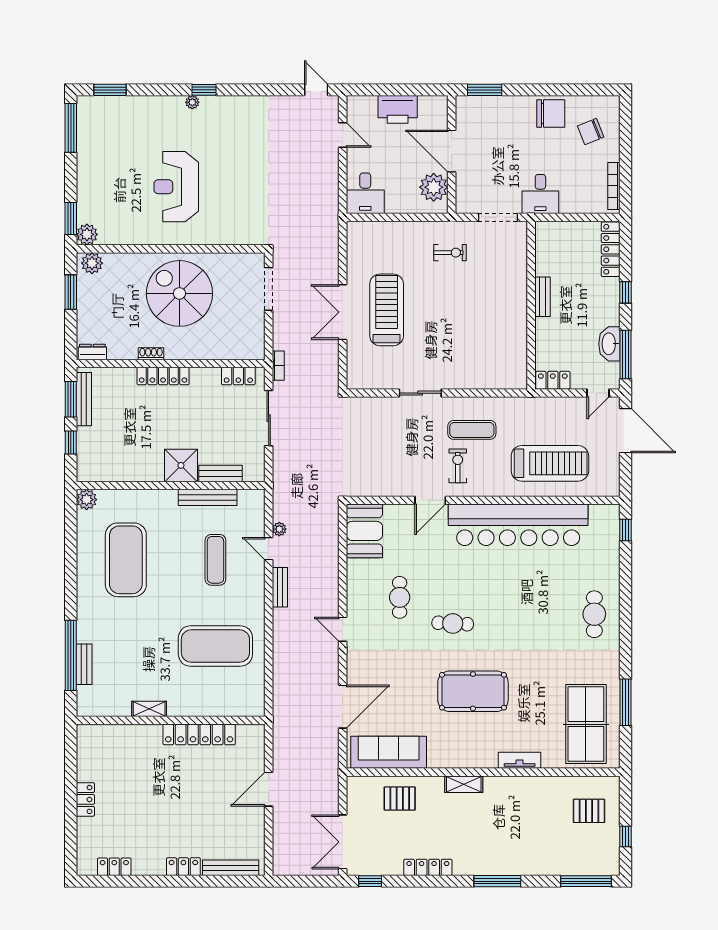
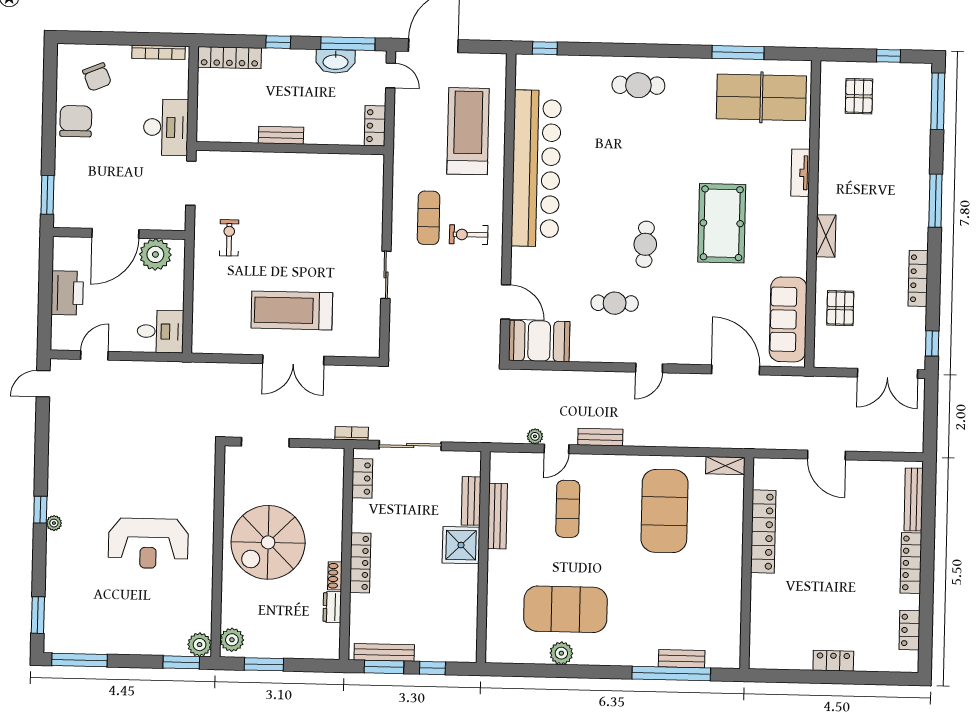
desk: (540, 194) -> (166, 127), width x1.37
dresser: (92, 352) -> (332, 607), moved
plant: (87, 500) -> (561, 653), moved
door: (430, 500) -> (506, 302), moved
exercise mat: (215, 560) -> (568, 509), turned 90
shelving: (149, 709) -> (725, 466), moved, turned 90
locker: (183, 867) -> (911, 563), width x1.53

